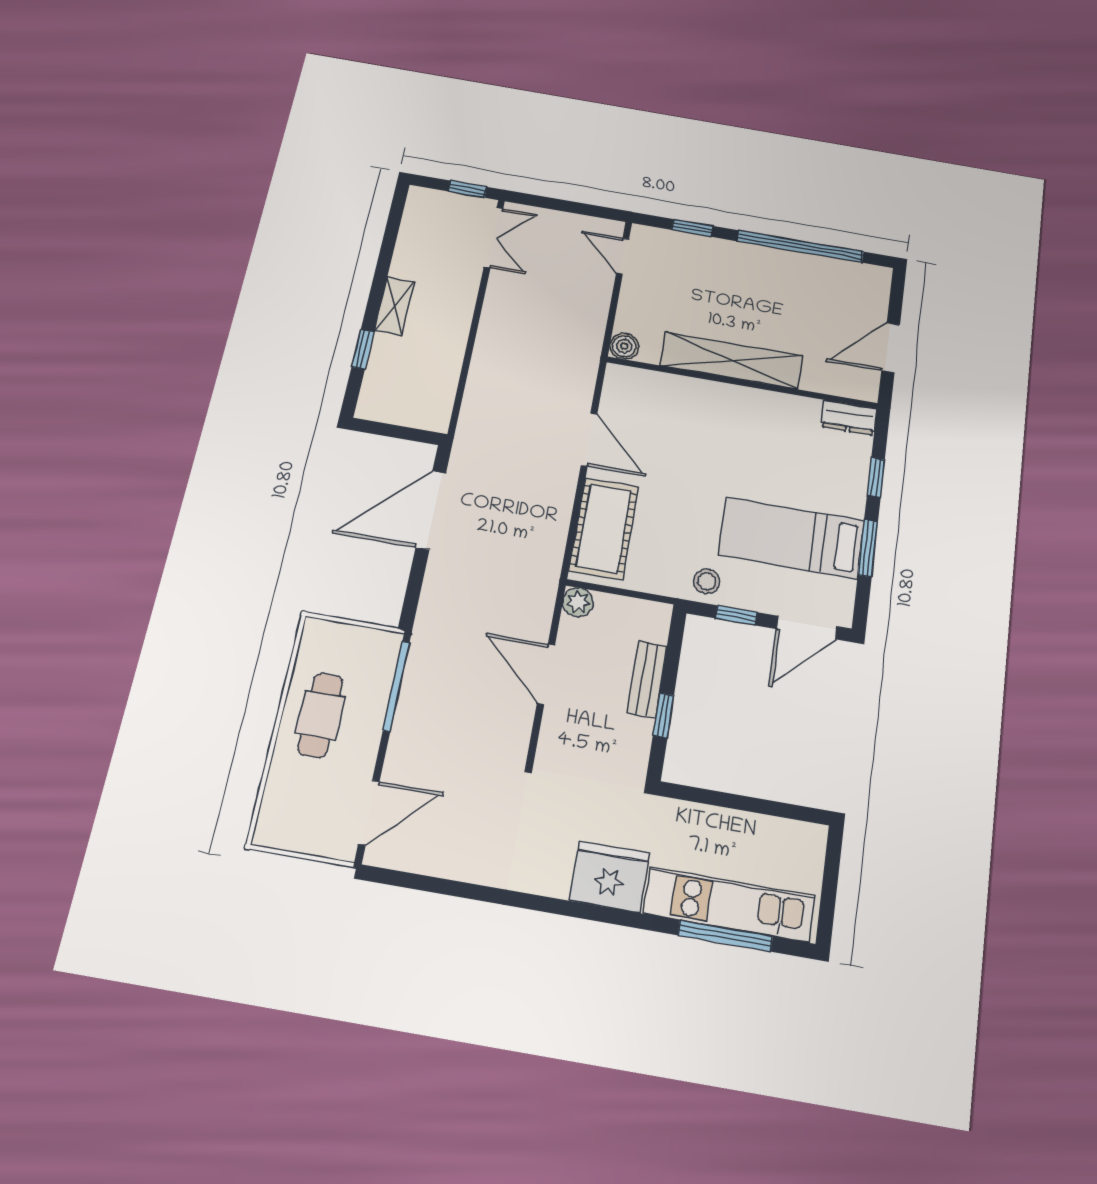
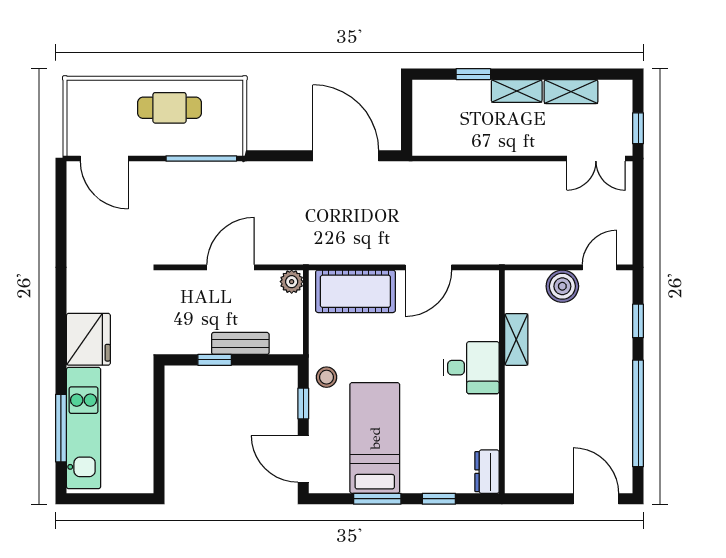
shelving: (409, 250) -> (571, 92), added
boiler: (624, 346) -> (562, 286), moved, width x1.36, depth x1.36
door: (891, 348) -> (596, 499), moved
shelving: (732, 361) -> (516, 339), width x0.45, depth x0.75
desk: (720, 413) -> (471, 368), added

